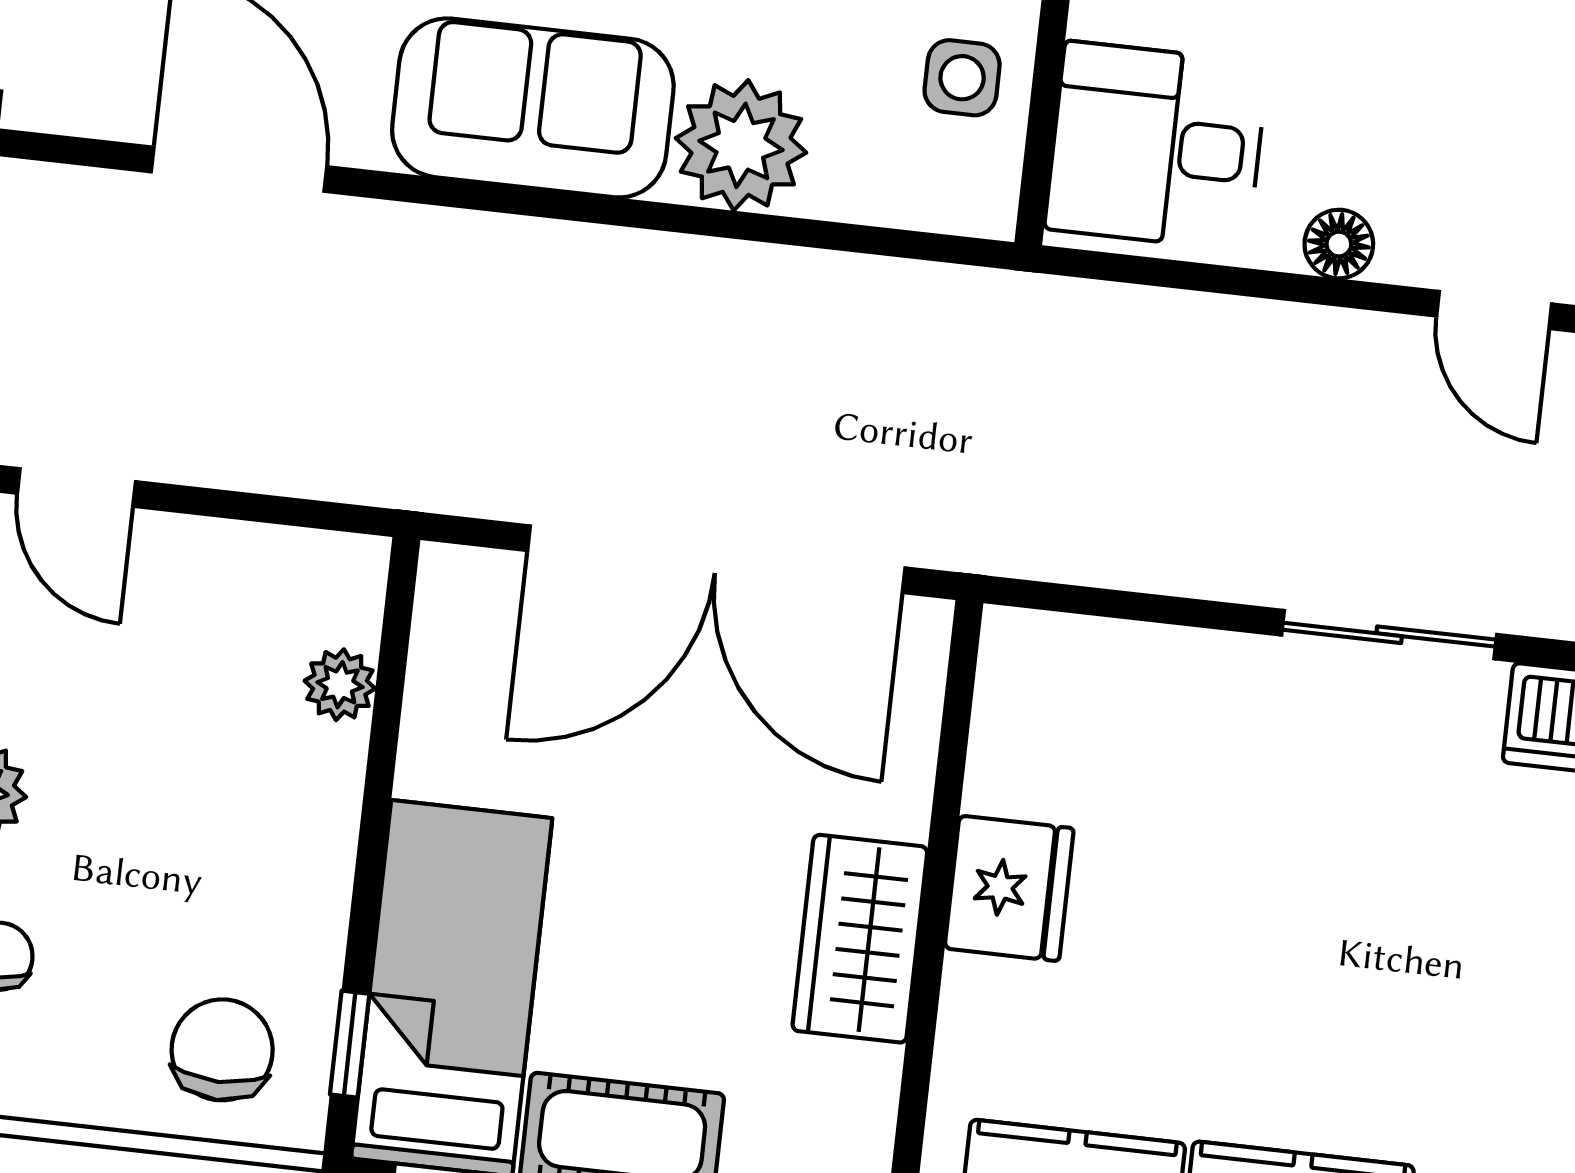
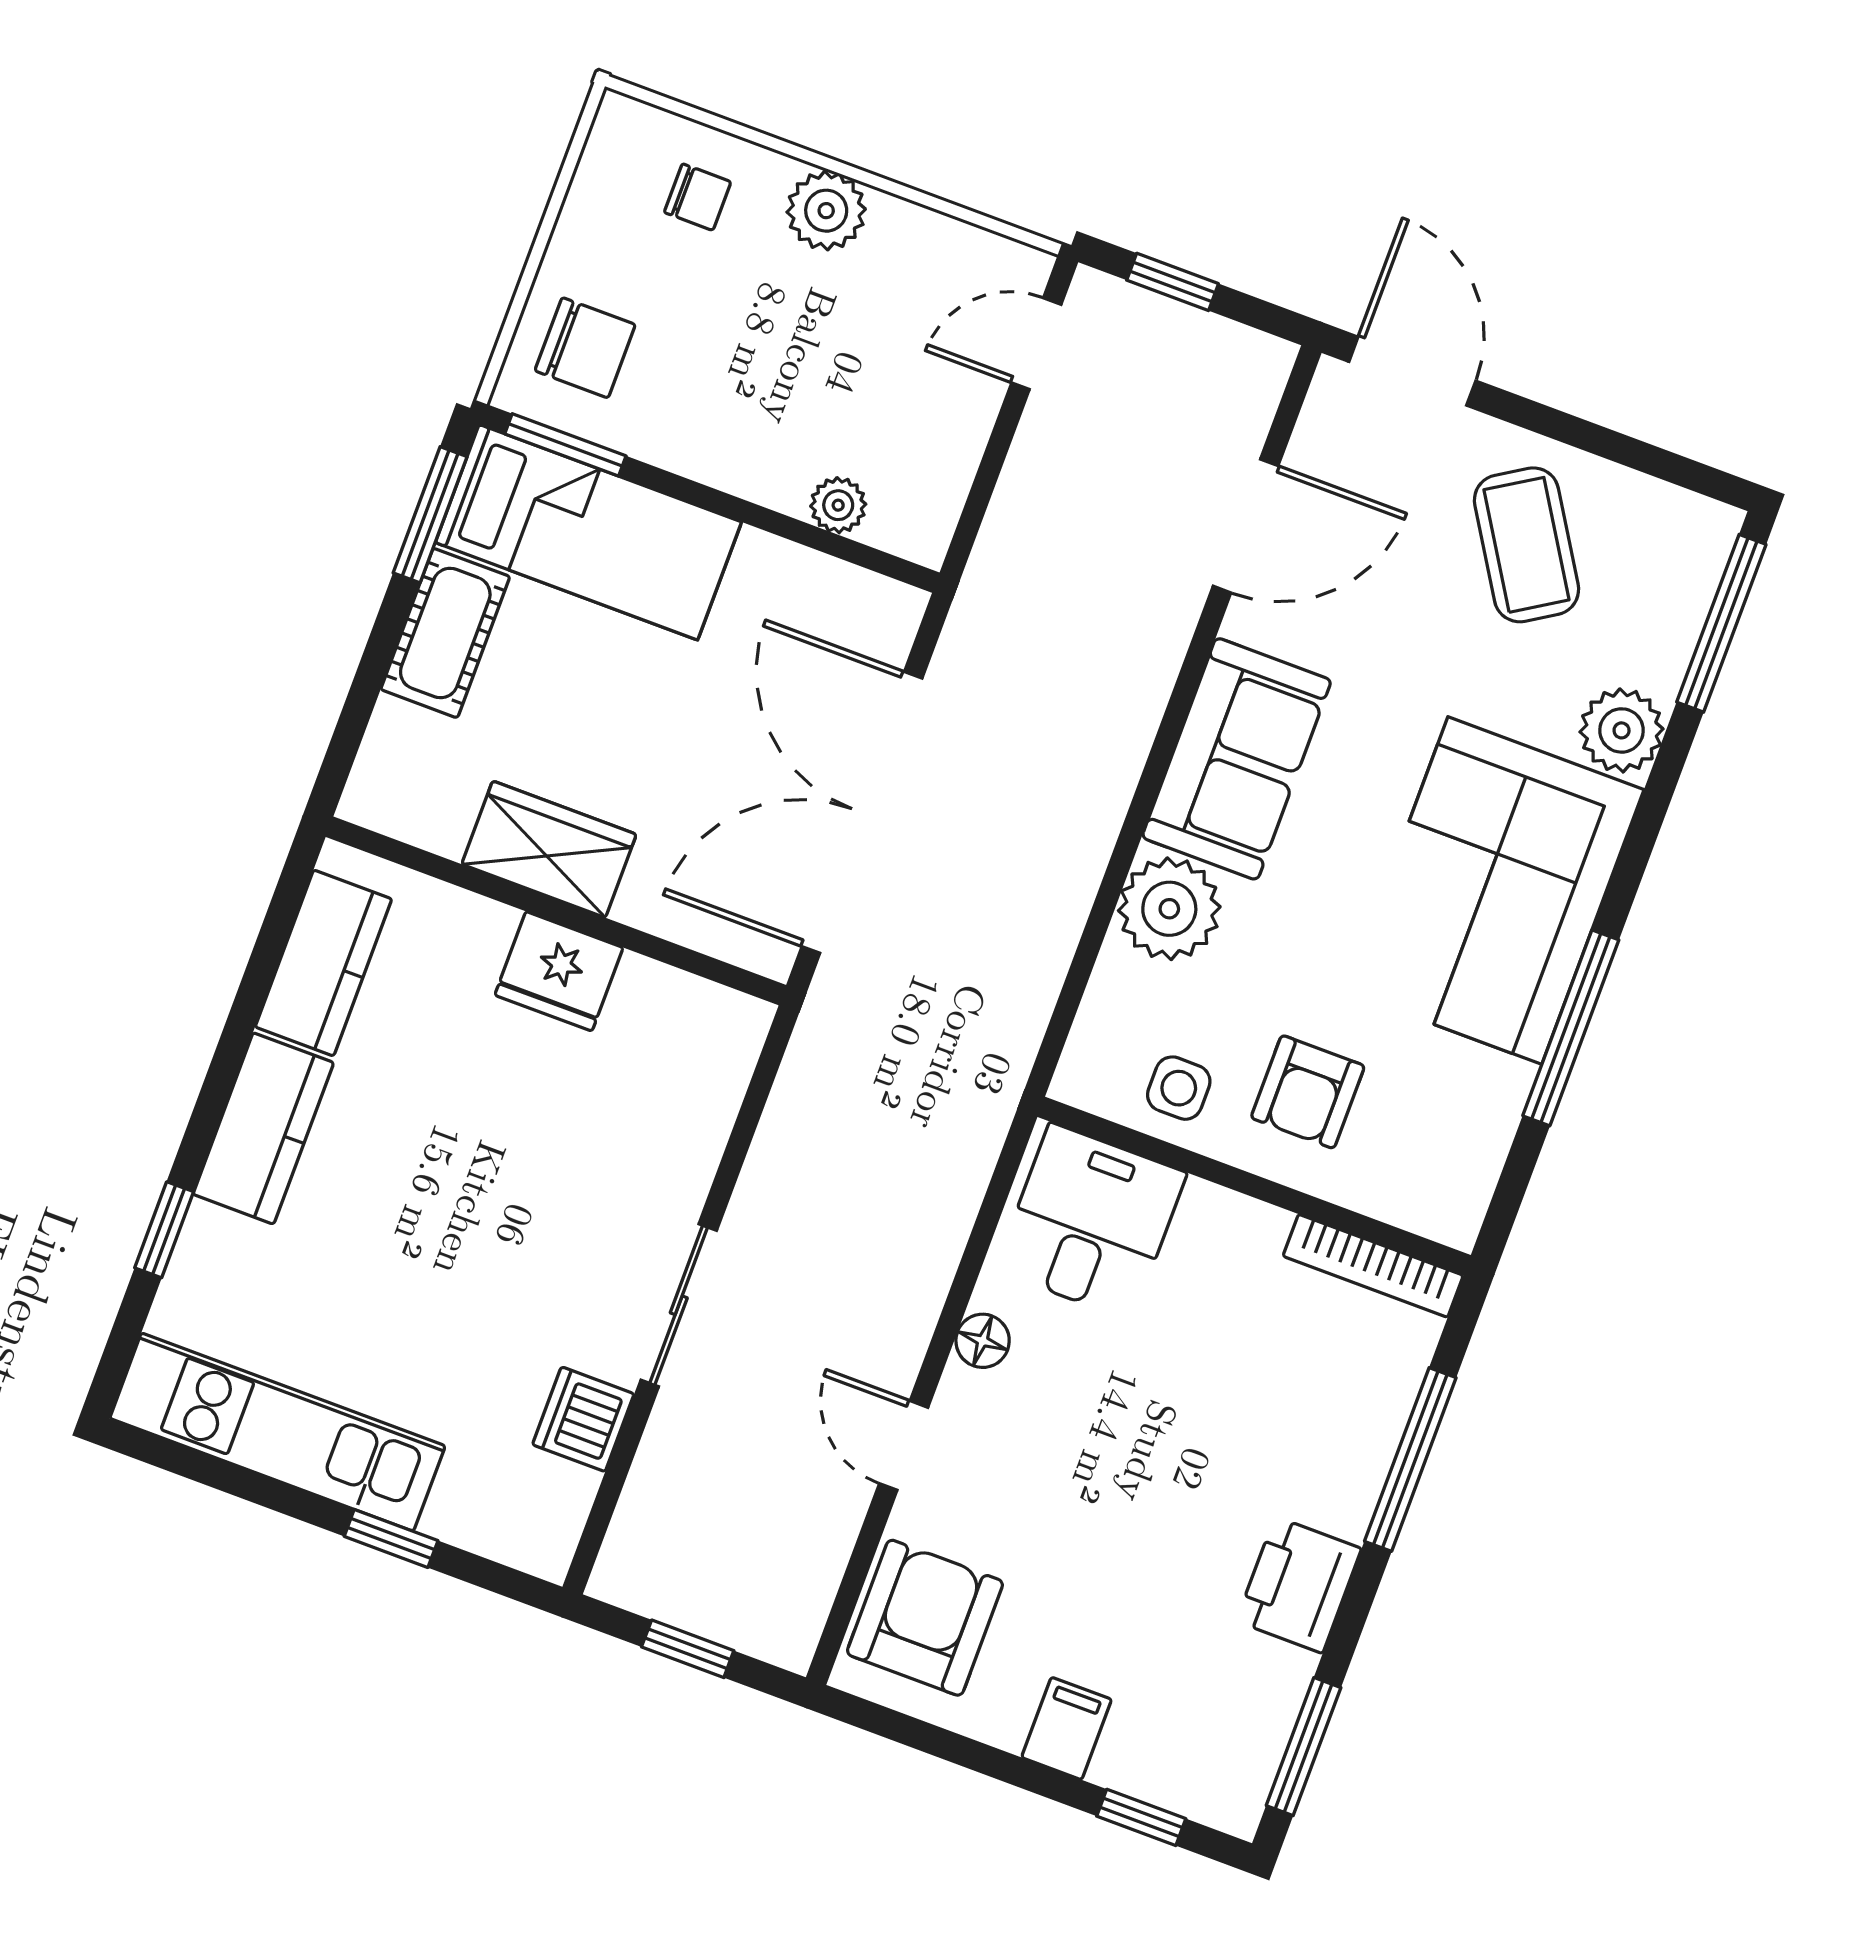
door: (1494, 310) -> (904, 1445), hinge flipped
window: (350, 1044) -> (565, 445), width x1.50

